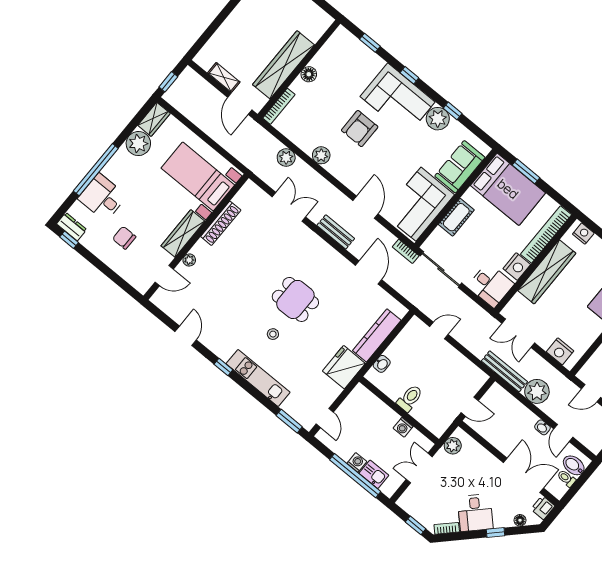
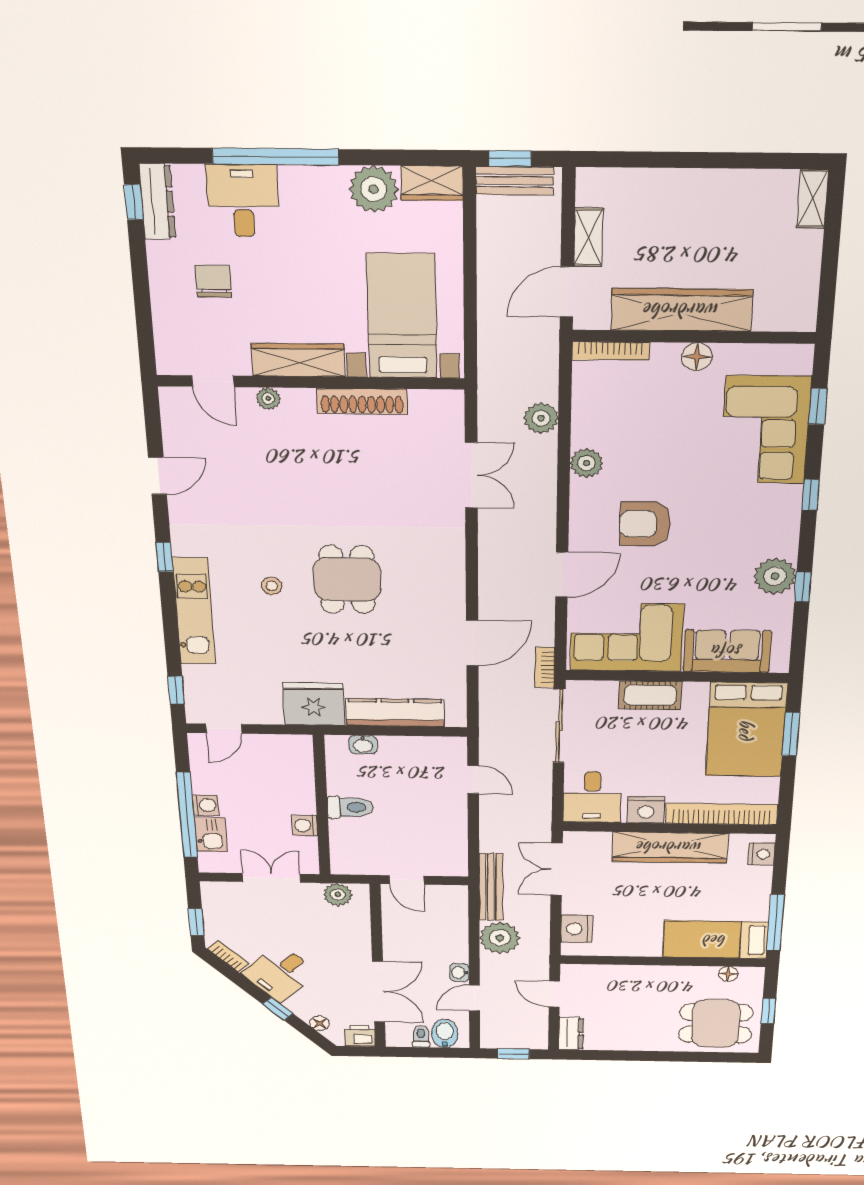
corner sofa: (398, 99) -> (765, 430), moved
armchair: (360, 129) -> (645, 524), moved
dresser: (72, 227) -> (157, 201), width x1.44
bench: (336, 232) -> (515, 181), moved, turned 90
window: (289, 421) -> (176, 690), width x0.67

